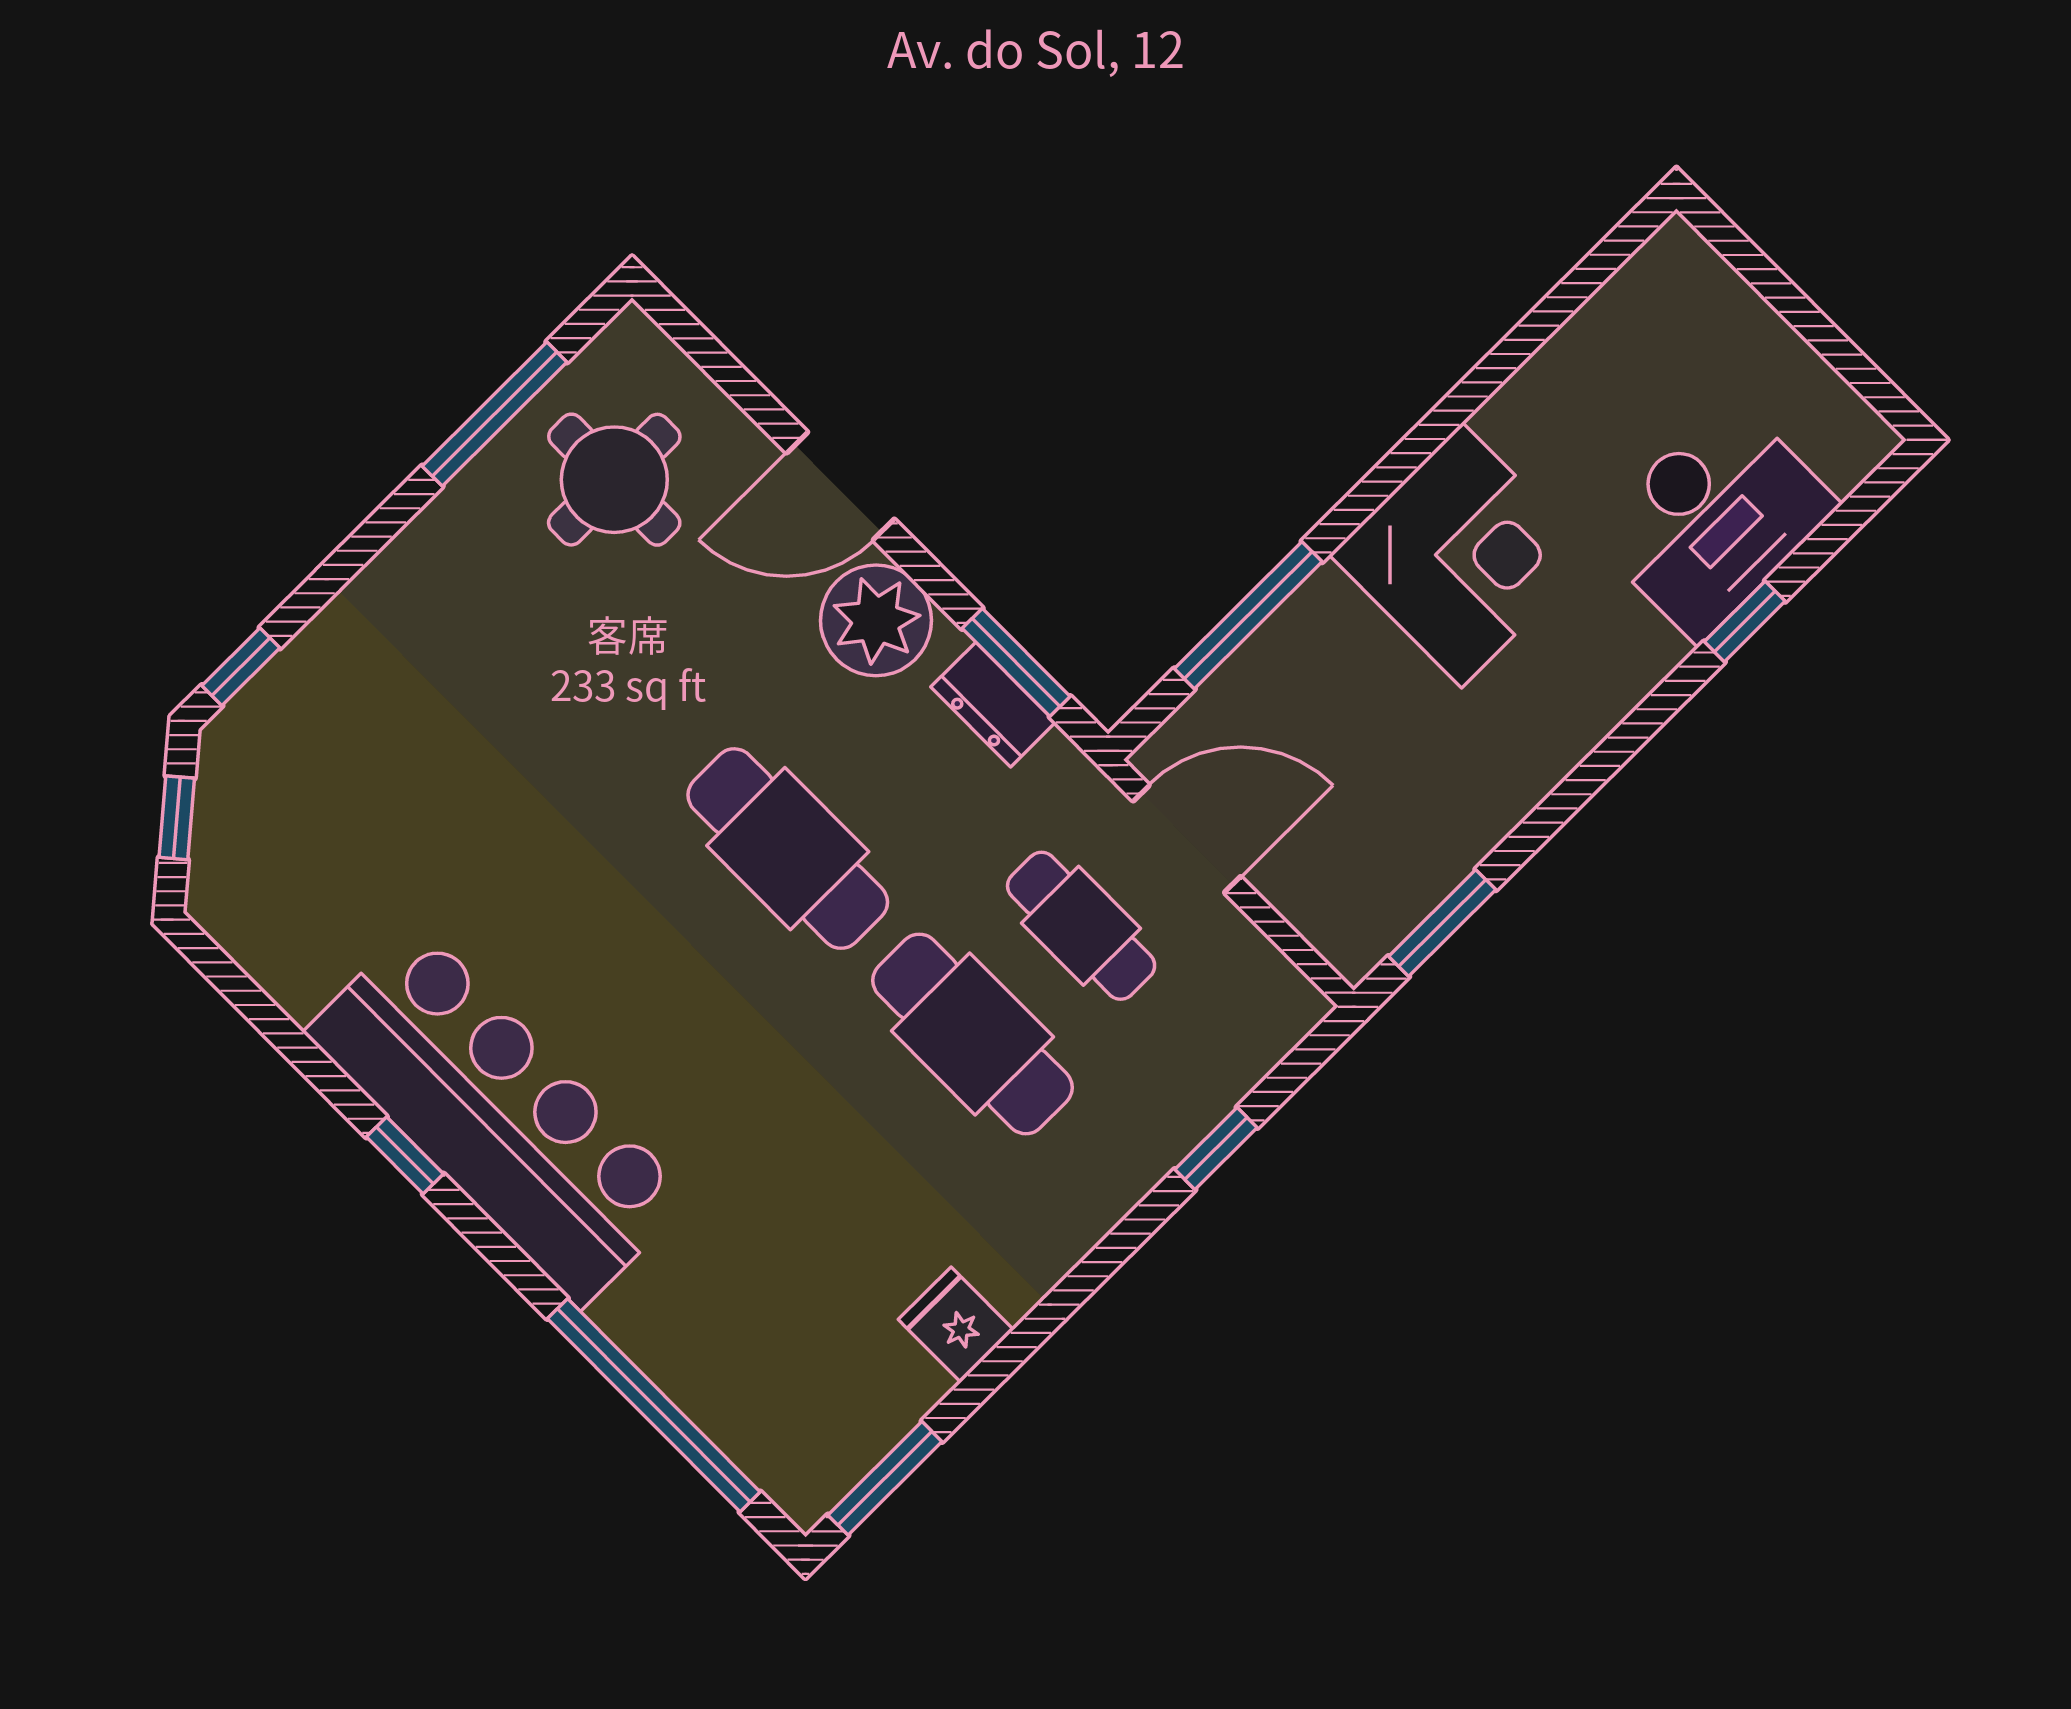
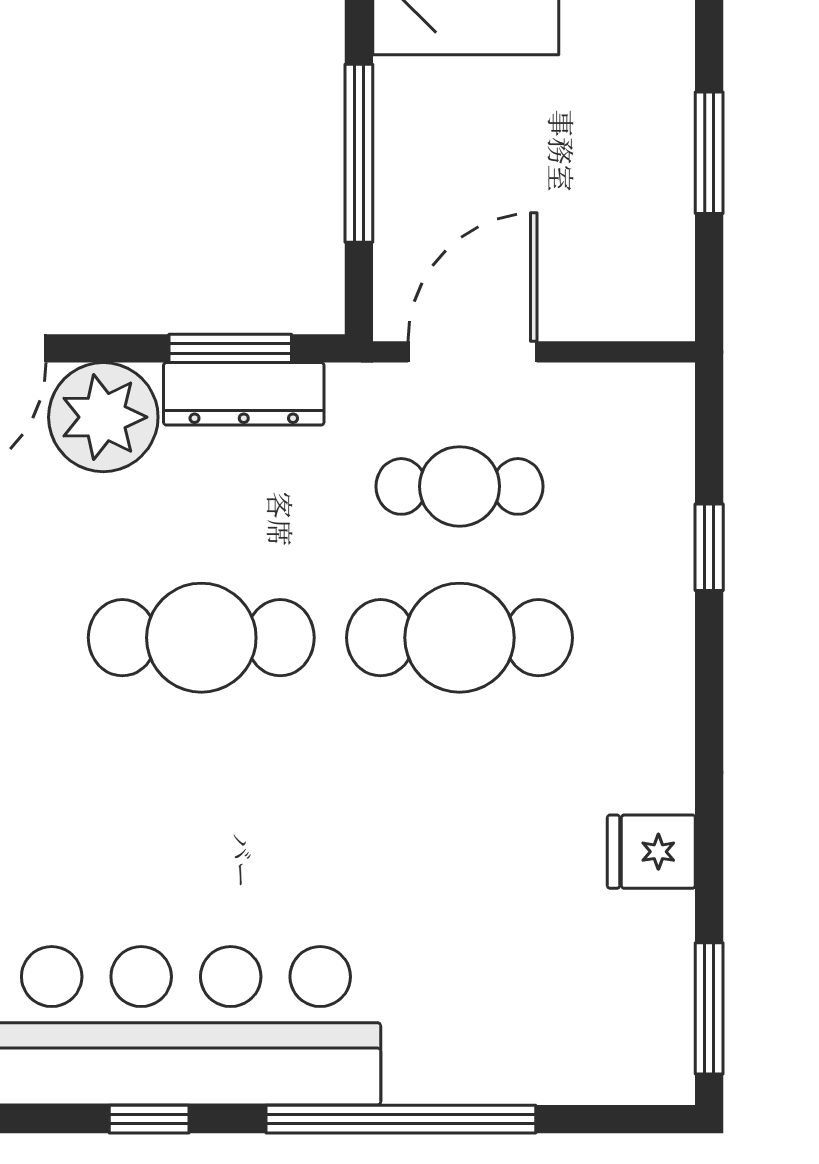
dresser: (993, 705) -> (244, 394), width x1.44
window: (1442, 923) -> (709, 153), moved
window: (654, 1405) -> (401, 1119), moved

